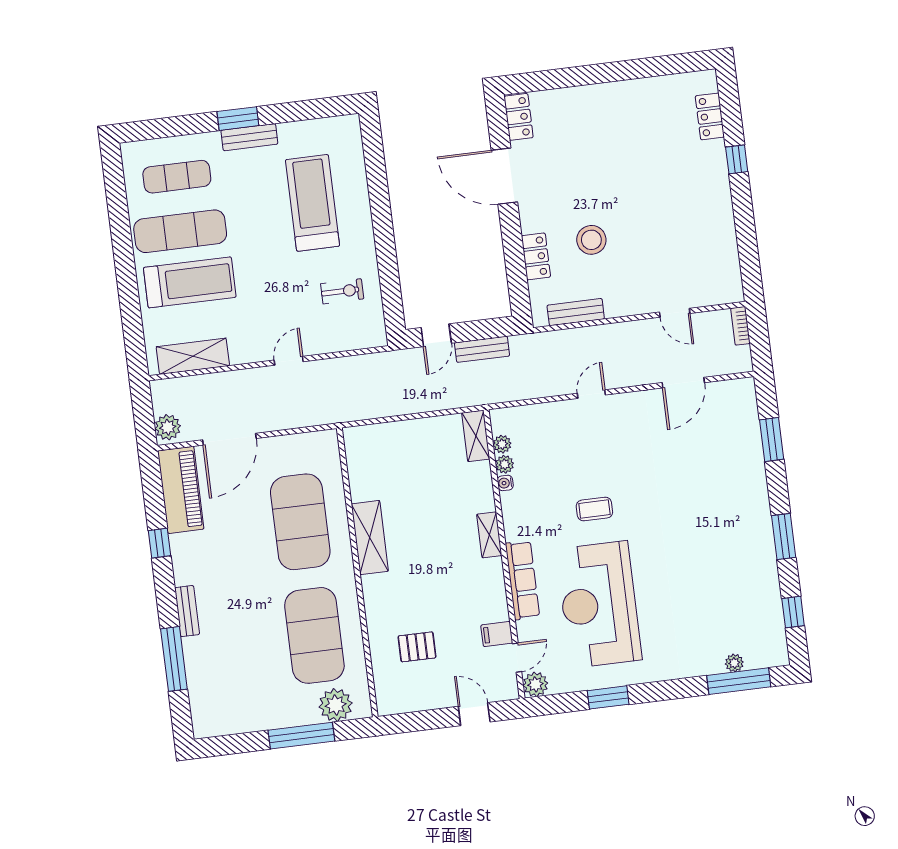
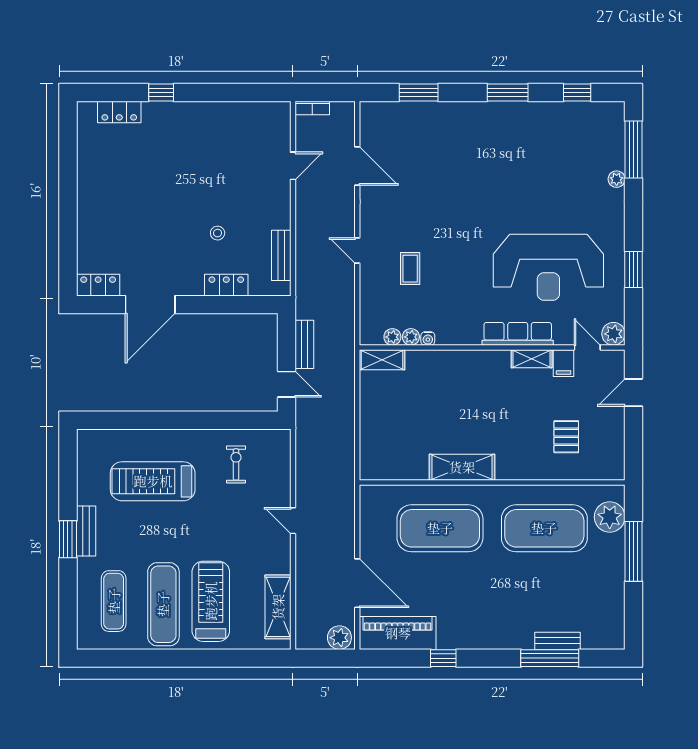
stool: (591, 240) -> (218, 233), width x0.53, depth x0.53
coffee table: (594, 509) -> (410, 269), moved
shelving: (489, 535) -> (532, 359), moved
bench: (187, 611) -> (558, 641), moved
plant: (734, 663) -> (617, 179), moved

